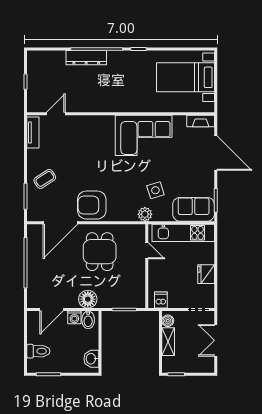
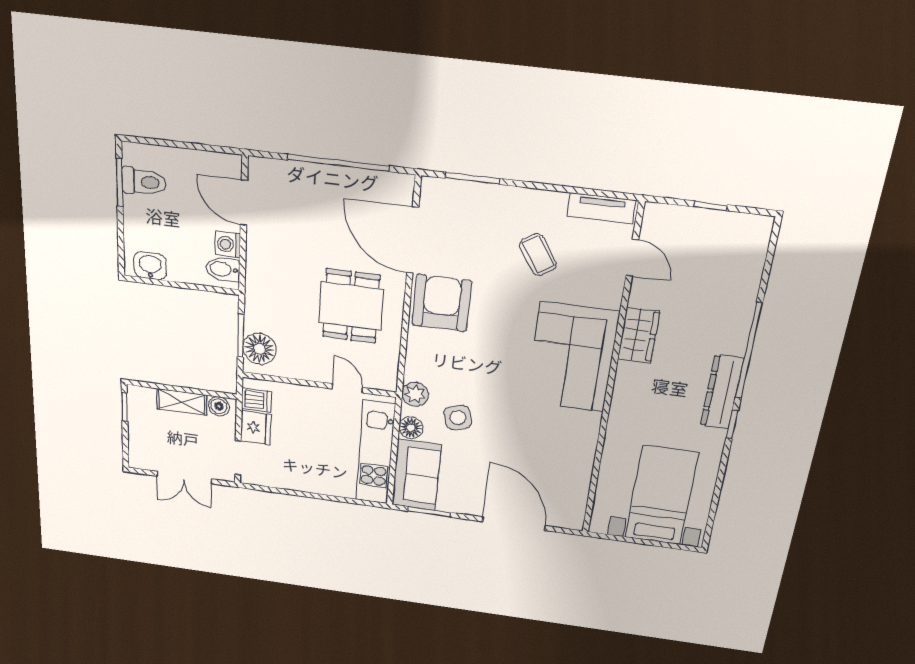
dresser: (86, 58) -> (722, 392), moved
wardrobe: (96, 104) -> (639, 335), added
fireplace: (201, 121) -> (576, 508), removed
corner sofa: (144, 135) -> (572, 357), moved
door: (216, 153) -> (514, 524), swing flipped
coffee table: (45, 179) -> (538, 255), moved
floor lamp: (165, 215) -> (411, 428), added
door: (147, 251) -> (347, 388), swing flipped
dining table: (100, 252) -> (351, 306), turned 90
fridge: (206, 274) -> (256, 428), moved, turned 90
floor lamp: (88, 299) -> (260, 349), moved
double door: (216, 340) -> (184, 477), swing flipped
toilet: (38, 351) -> (144, 182), moved, turned -90

